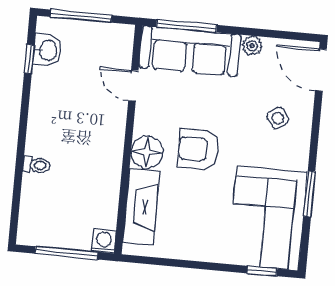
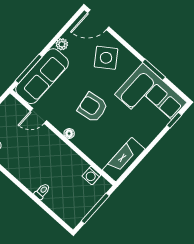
side table: (278, 118) -> (106, 58), width x1.87, depth x1.87
armchair: (198, 149) -> (93, 107), turned 81
floor lamp: (147, 152) -> (69, 134), width x0.53, depth x0.53
fireplace: (141, 207) -> (124, 160), moved, turned -90
washing machine: (104, 241) -> (91, 176), moved, turned -90

